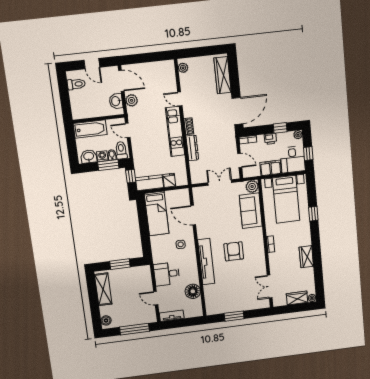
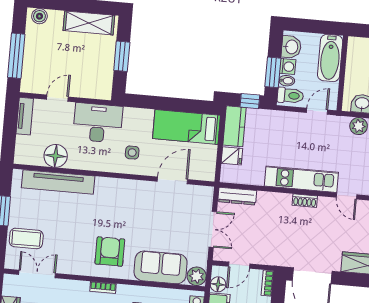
door: (180, 99) -> (346, 196), swing flipped
dresser: (192, 148) -> (237, 196), moved
floor lamp: (255, 172) -> (218, 284), added
armchair: (234, 251) -> (110, 252), moved, turned -90
tv unit: (206, 262) -> (58, 182), moved
desk: (167, 274) -> (98, 123), width x1.37
coffee table: (249, 298) -> (26, 238), added

